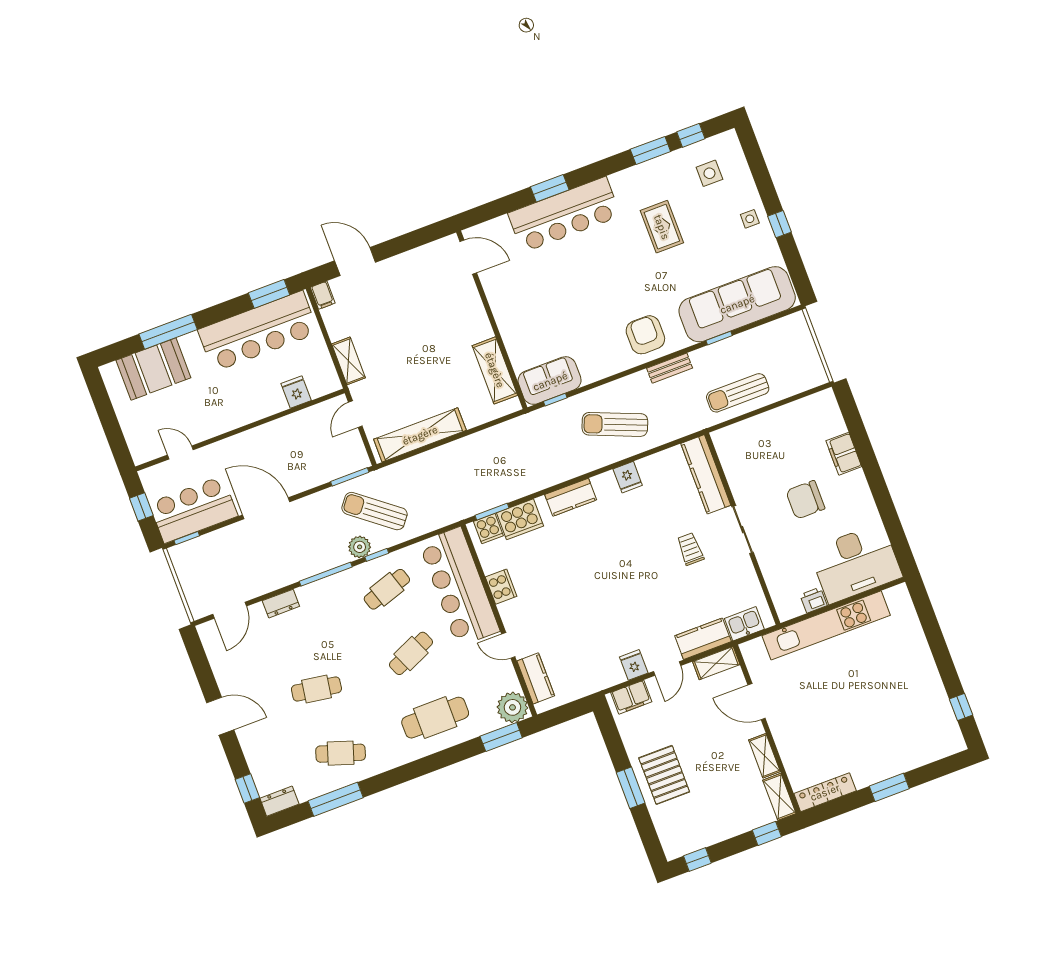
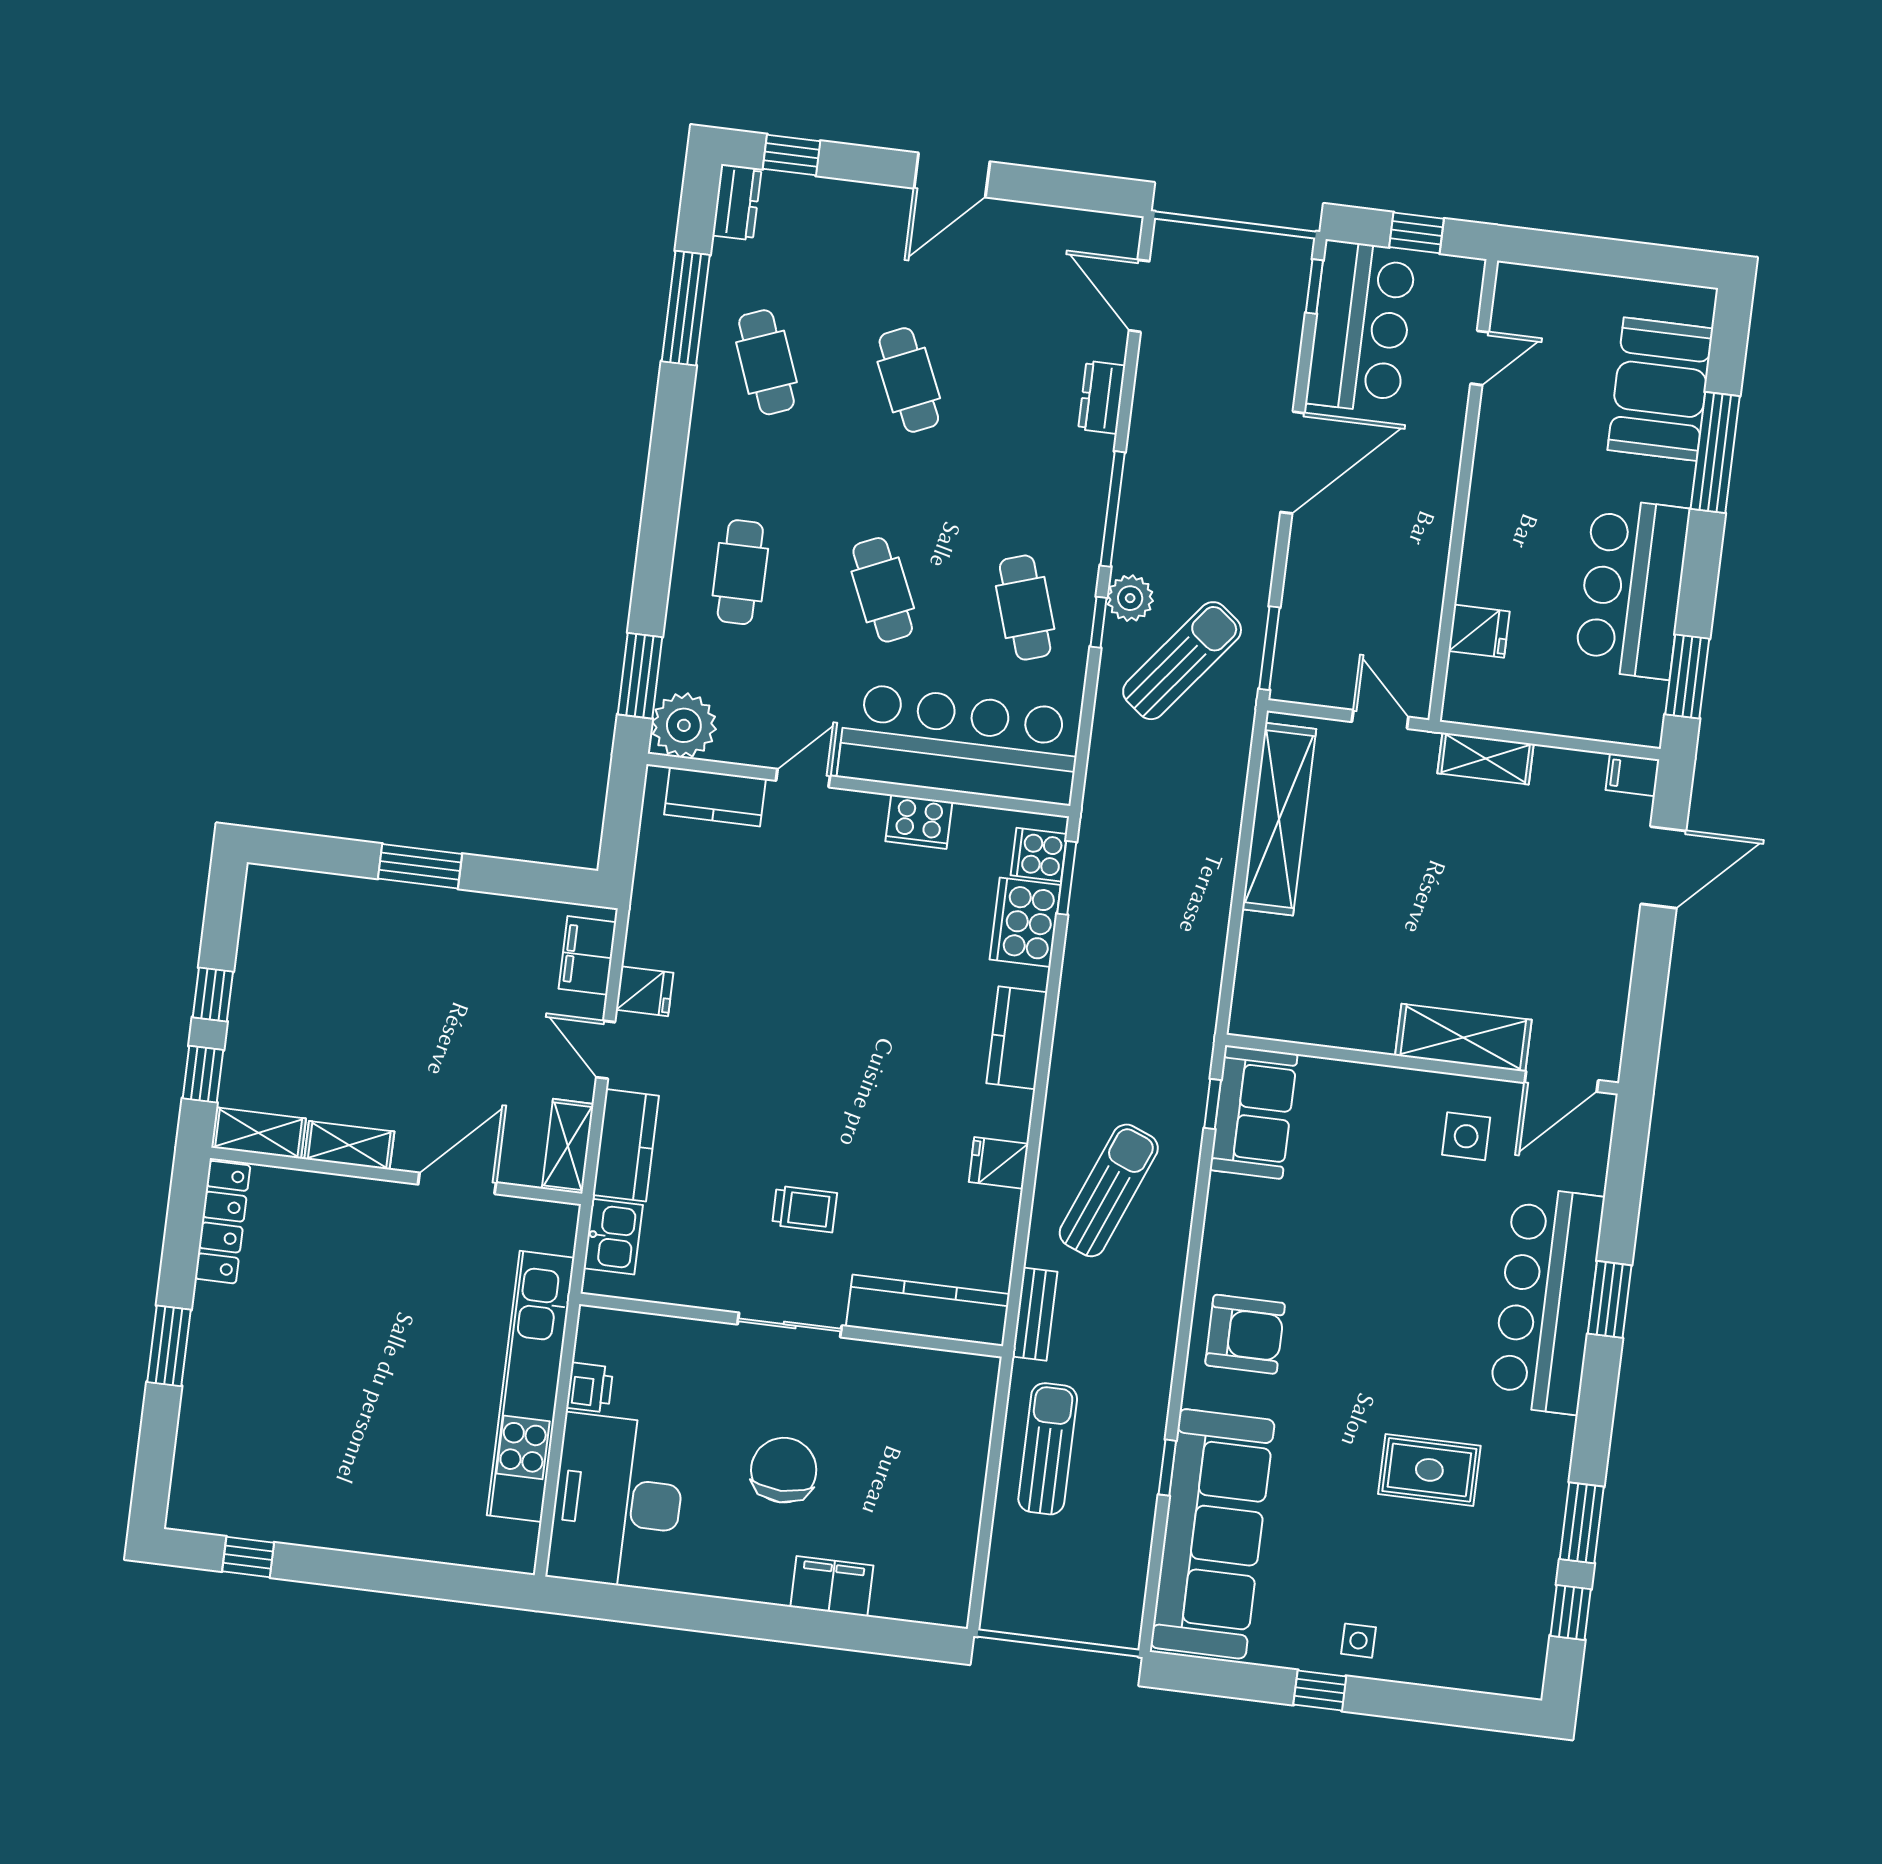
side table: (709, 173) -> (1466, 1136), moved
bar counter: (258, 331) -> (1632, 589), width x0.73
bench: (670, 368) -> (1035, 1314), moved
shelving: (495, 370) -> (1463, 1038), moved
cafe table: (316, 689) -> (909, 380), turned -33
cafe table: (435, 718) -> (740, 572), width x0.73, depth x0.74
cafe table: (341, 753) -> (766, 362), turned -39
pallet: (664, 775) -> (411, 941), removed
window: (697, 860) -> (213, 995), moved

